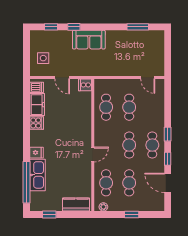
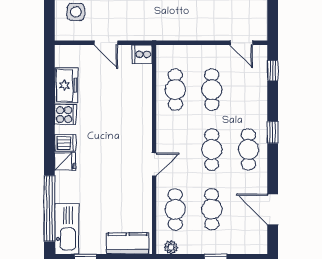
dishwasher: (37, 87) -> (65, 143), moved
window: (168, 159) -> (273, 71), moved
kitchen sink: (38, 175) -> (67, 229), moved

